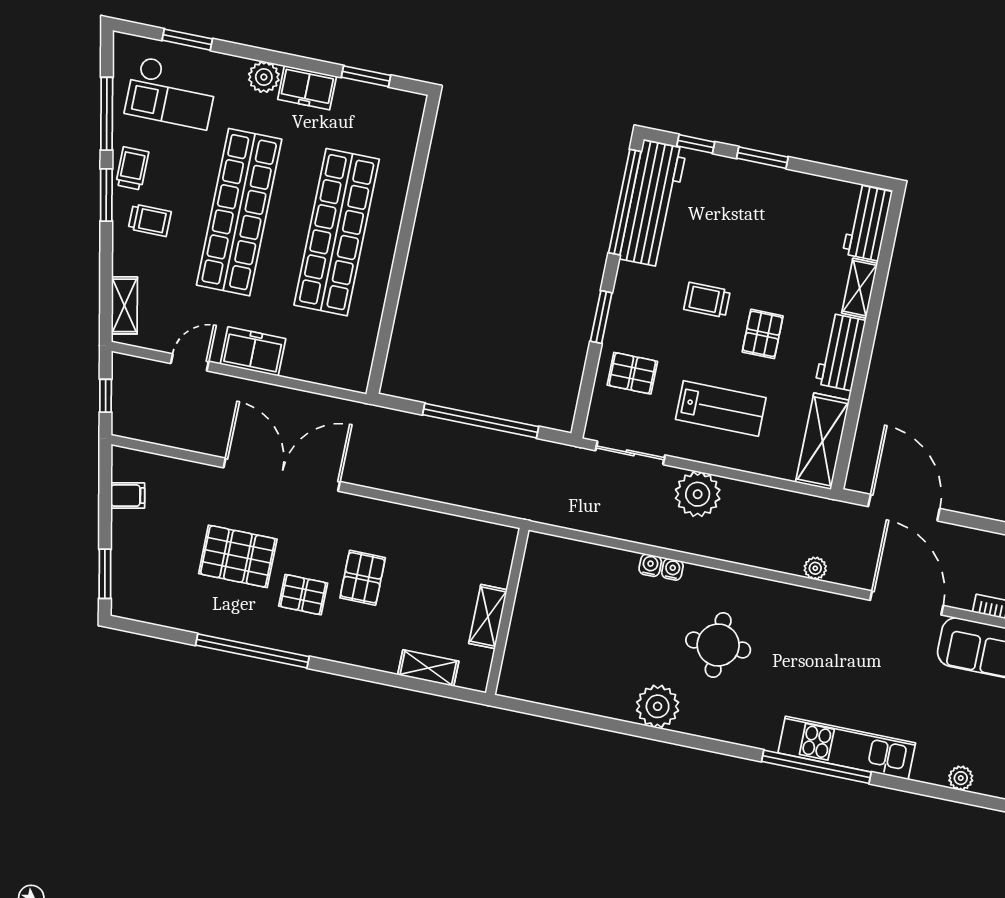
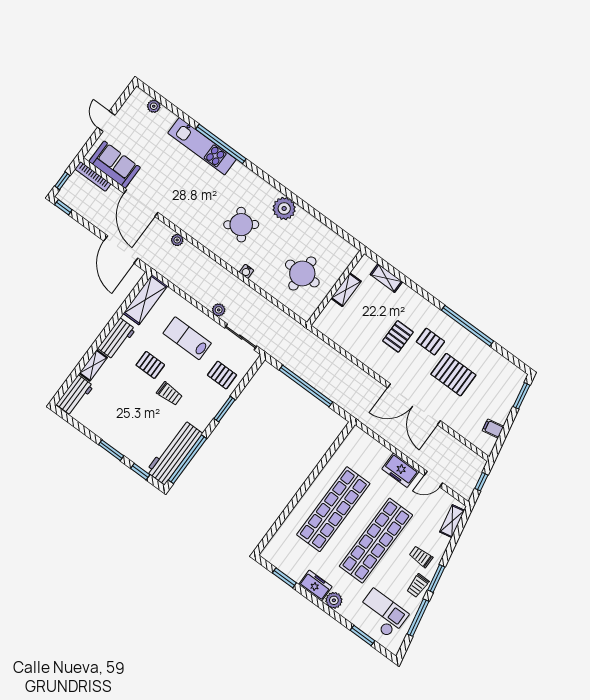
pallet: (763, 334) -> (150, 365), turned 90
plant: (698, 494) -> (219, 310), width x0.53, depth x0.53
water cooler: (650, 565) -> (256, 278), removed
round table: (575, 610) -> (302, 274), added
round table: (718, 645) -> (241, 225), turned -37

